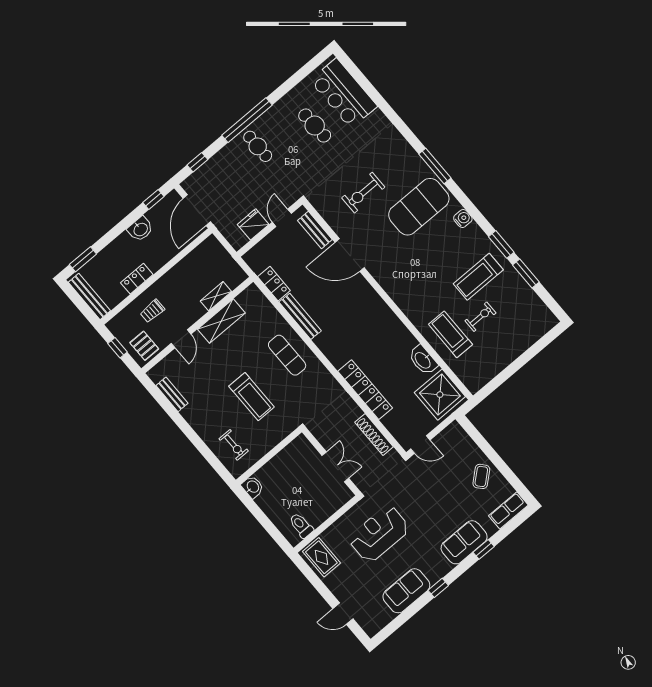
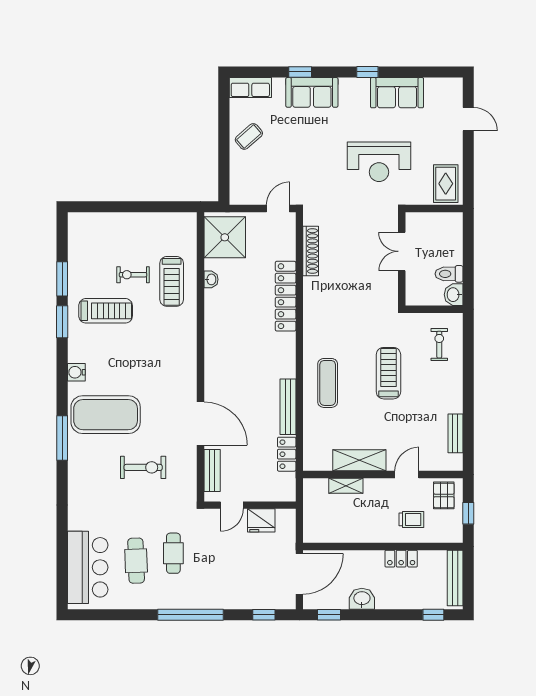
cafe table: (258, 146) -> (173, 553), moved
window: (83, 259) -> (433, 615), width x0.67
washbasin: (423, 360) -> (211, 279), width x0.52, depth x0.69
door: (420, 445) -> (278, 209), hinge flipped
wall: (331, 462) -> (402, 259), moved
double door: (335, 467) -> (402, 251), moved
toilet: (301, 525) -> (449, 274), moved, turned 90

